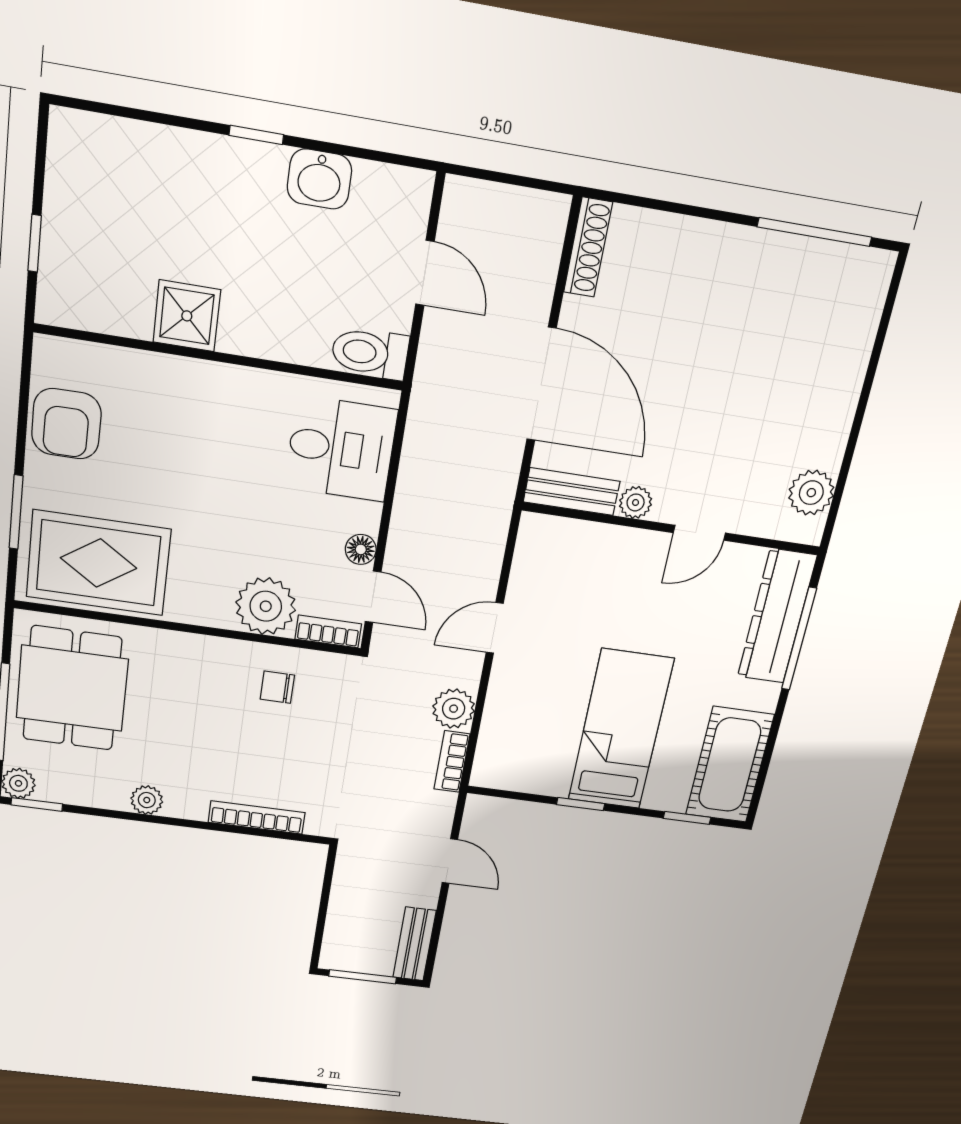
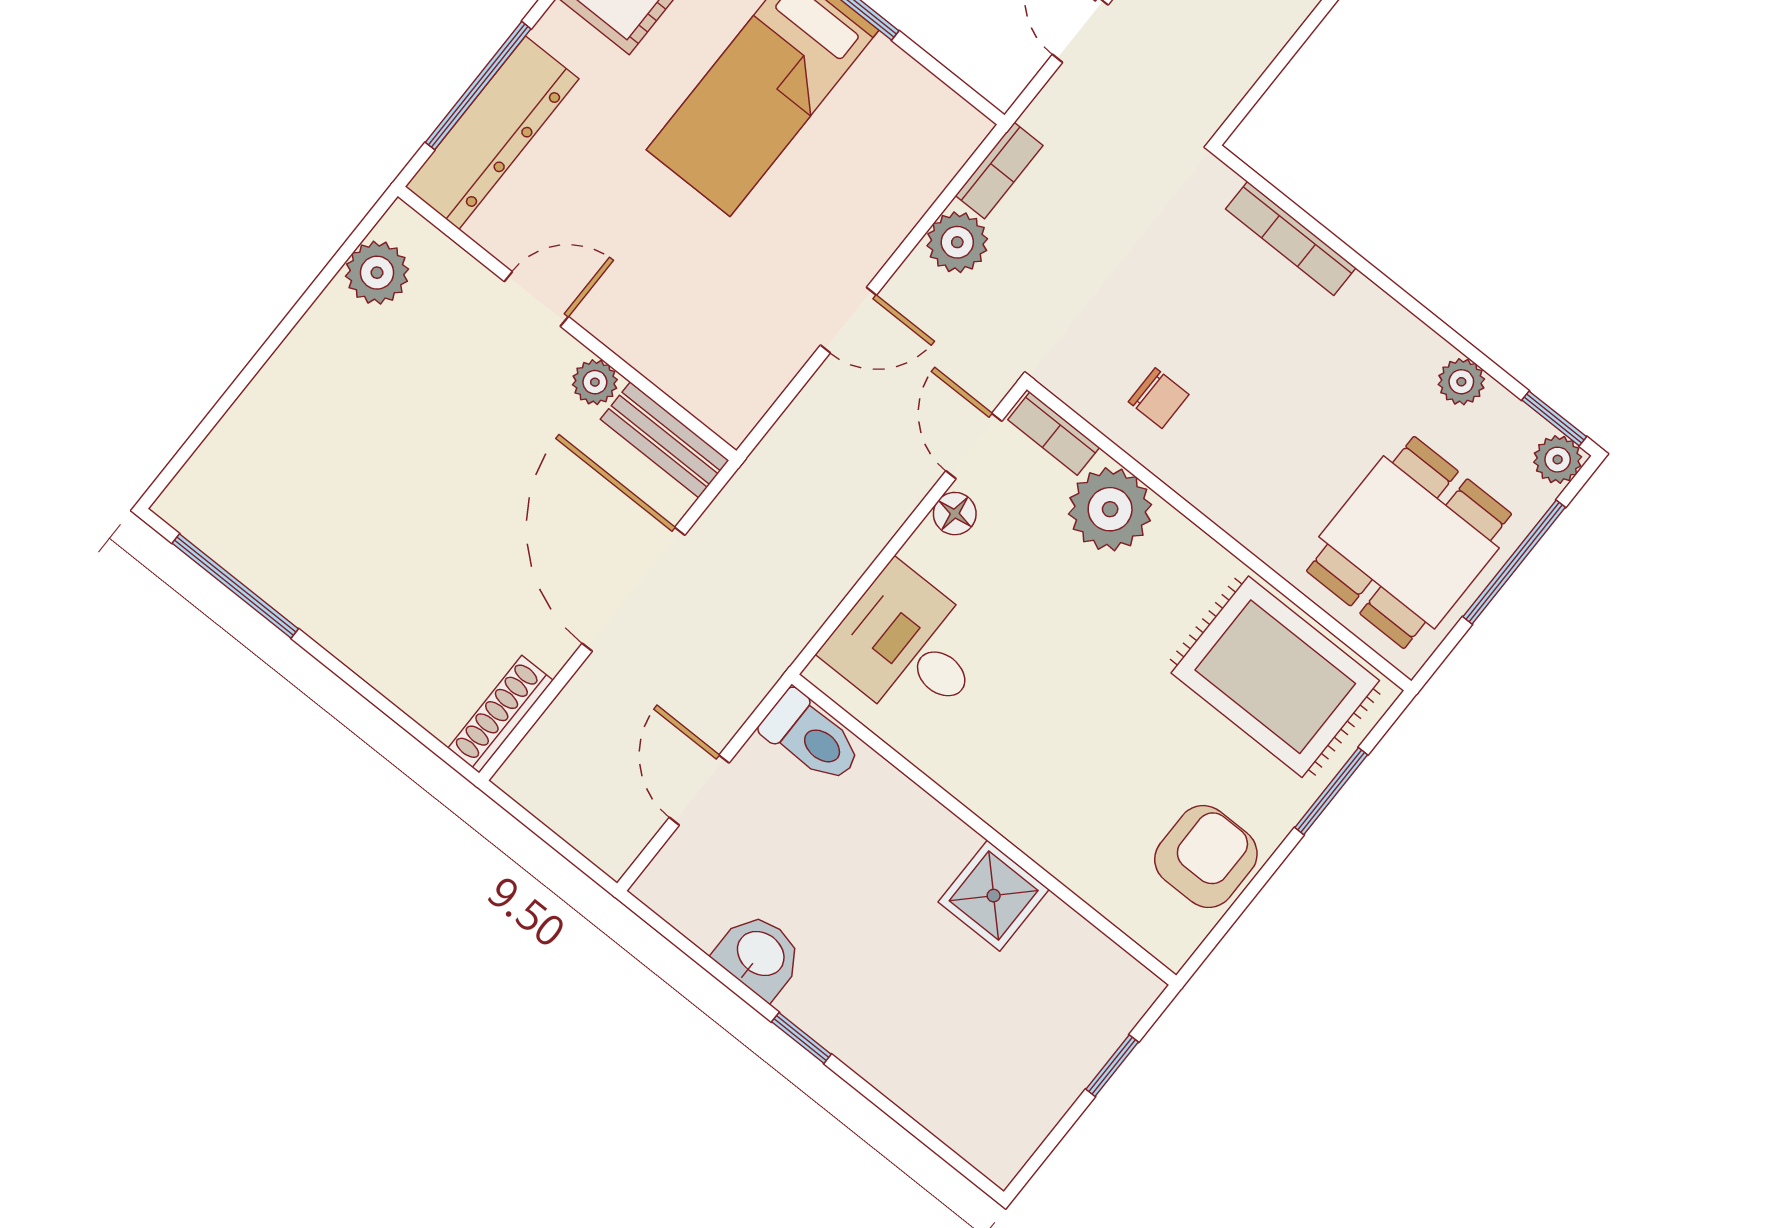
plant: (147, 800) -> (1461, 382), moved

